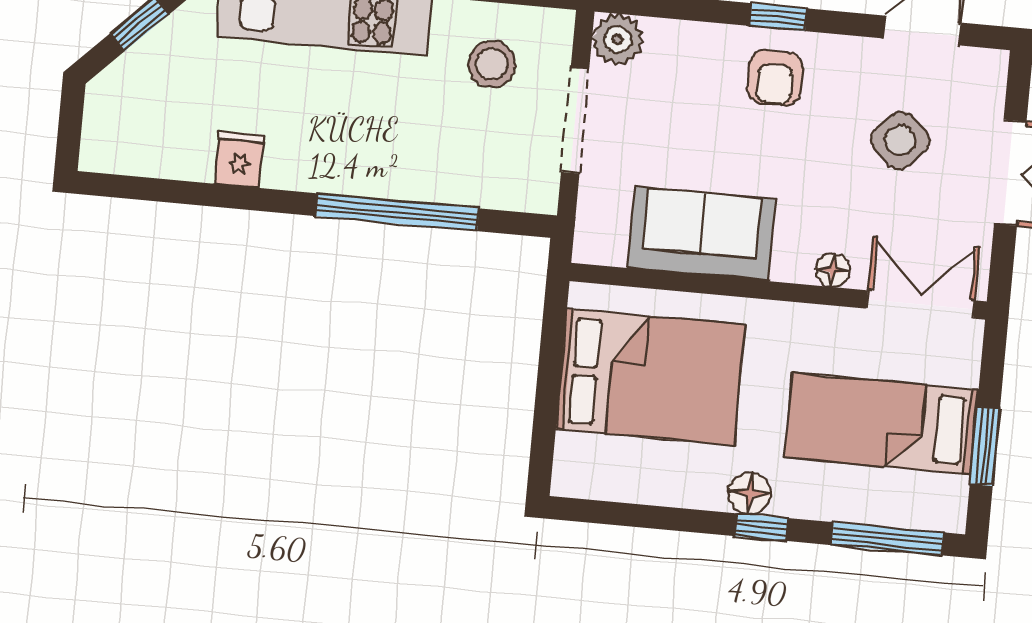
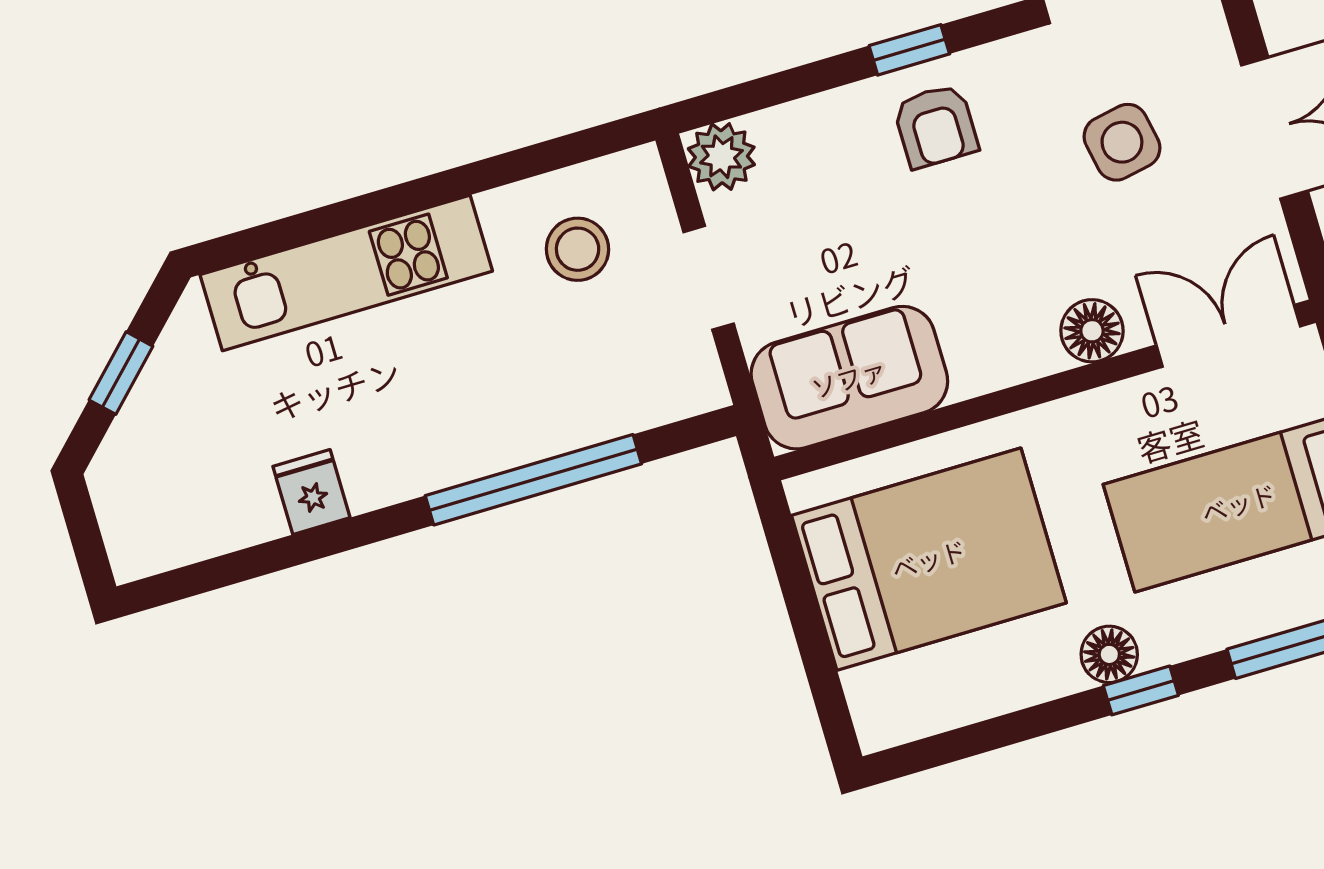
doorway: (575, 120) -> (709, 278), width x0.73
side table: (900, 140) -> (1122, 142), turned 35
sofa: (701, 234) -> (849, 378), moved
floor lamp: (833, 270) -> (1092, 331), width x1.37, depth x1.37

